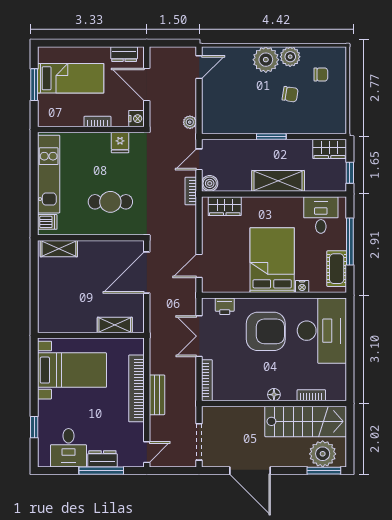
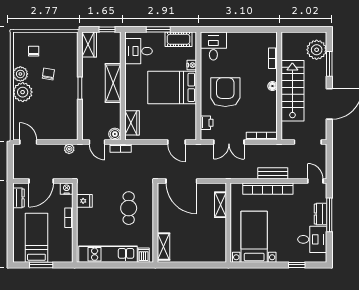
window: (350, 242) -> (158, 29), width x0.69
desk: (322, 331) -> (213, 46), width x0.53, depth x0.77
stairs: (306, 421) -> (292, 91), moved
window: (324, 471) -> (329, 64), moved

